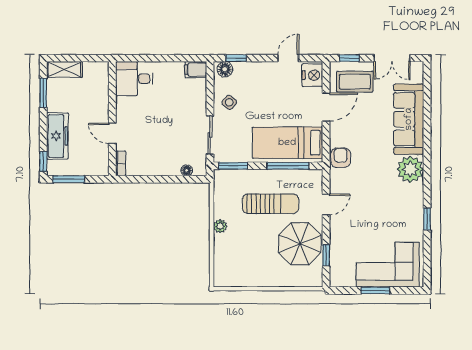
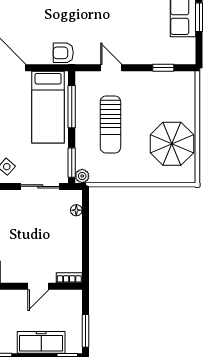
sun lounger: (271, 204) -> (110, 125), turned 180
plant: (220, 226) -> (82, 176), moved
parasol: (300, 244) -> (172, 144), moved

